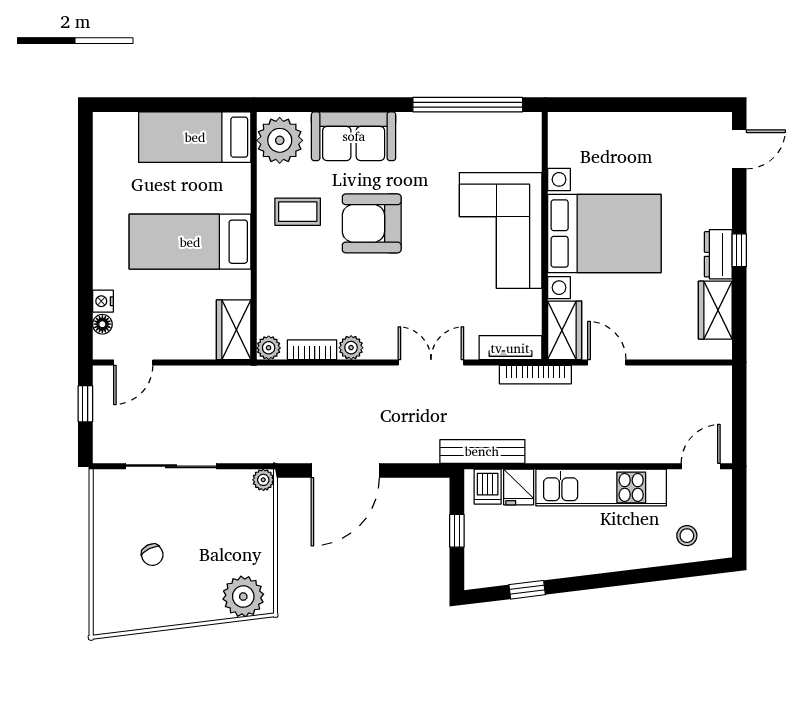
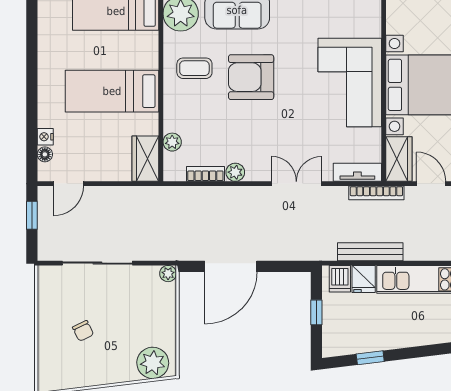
plant: (269, 348) -> (172, 142), moved
bench: (482, 451) -> (370, 252), moved

